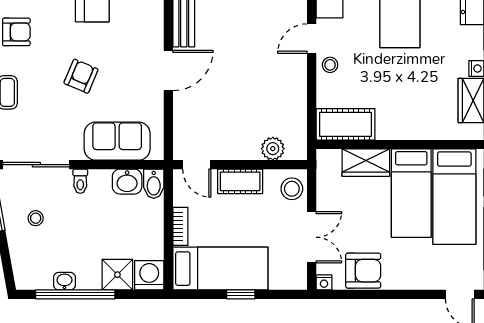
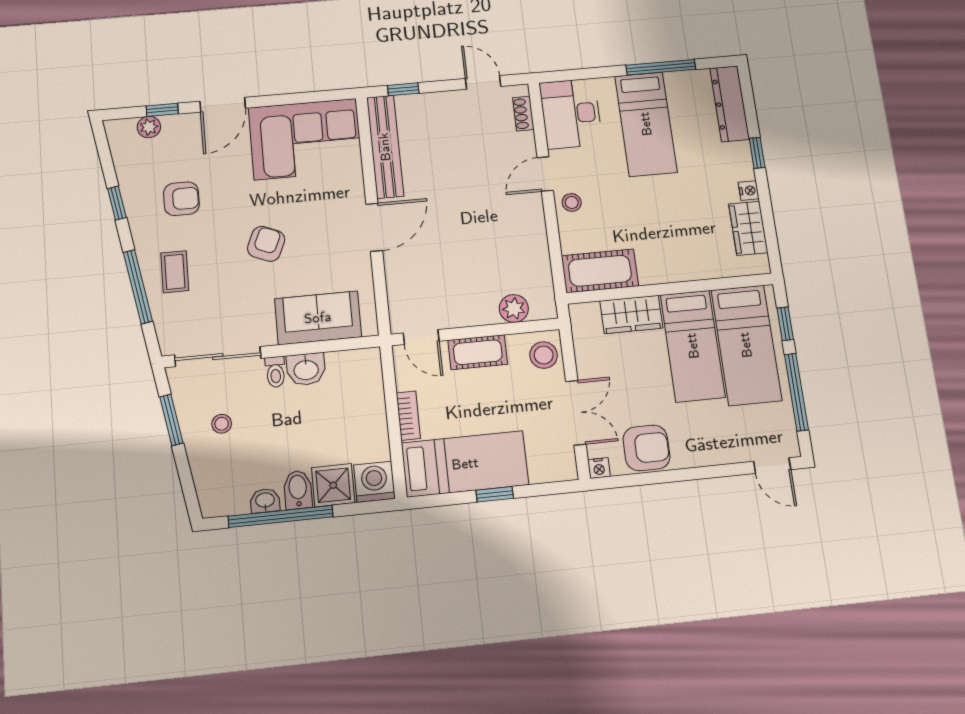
washbasin: (127, 182) -> (306, 369), moved
bidet: (154, 184) -> (298, 490), moved, turned 180

